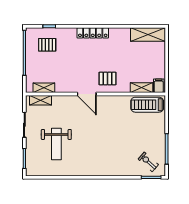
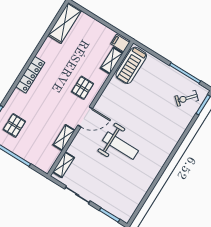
shelving: (44, 88) -> (64, 138), moved
weight bench: (56, 144) -> (120, 146), moved

